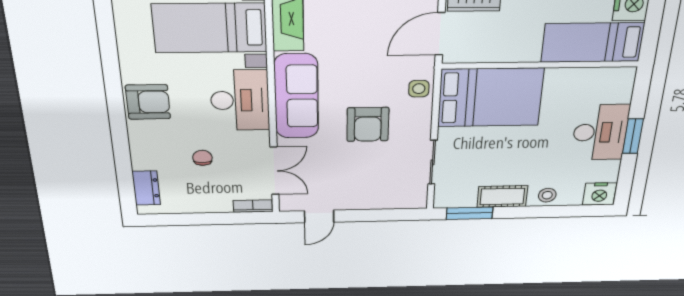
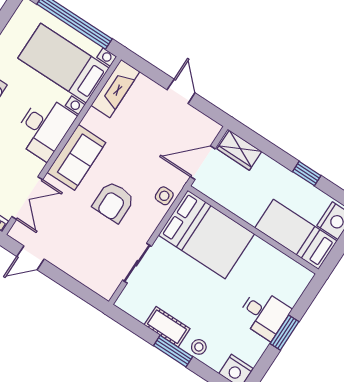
sofa: (296, 96) -> (76, 157), width x0.73
desk: (600, 132) -> (264, 314), width x0.73
window: (470, 213) -> (173, 351), moved

